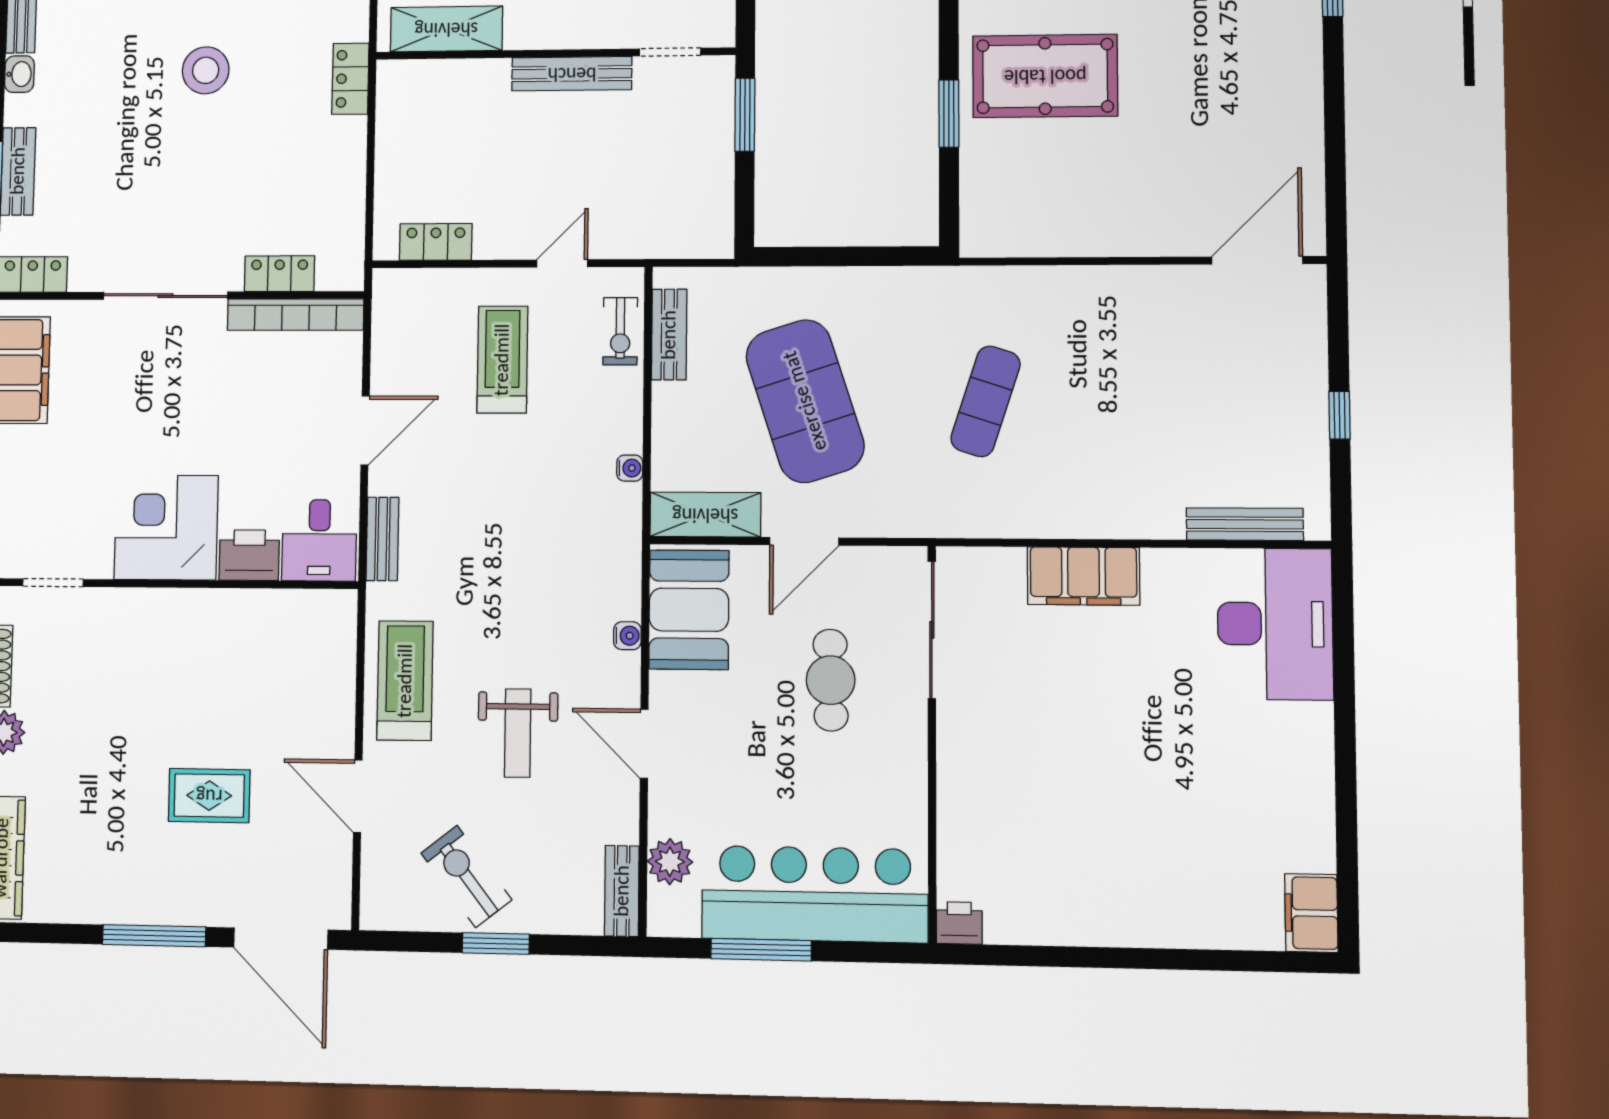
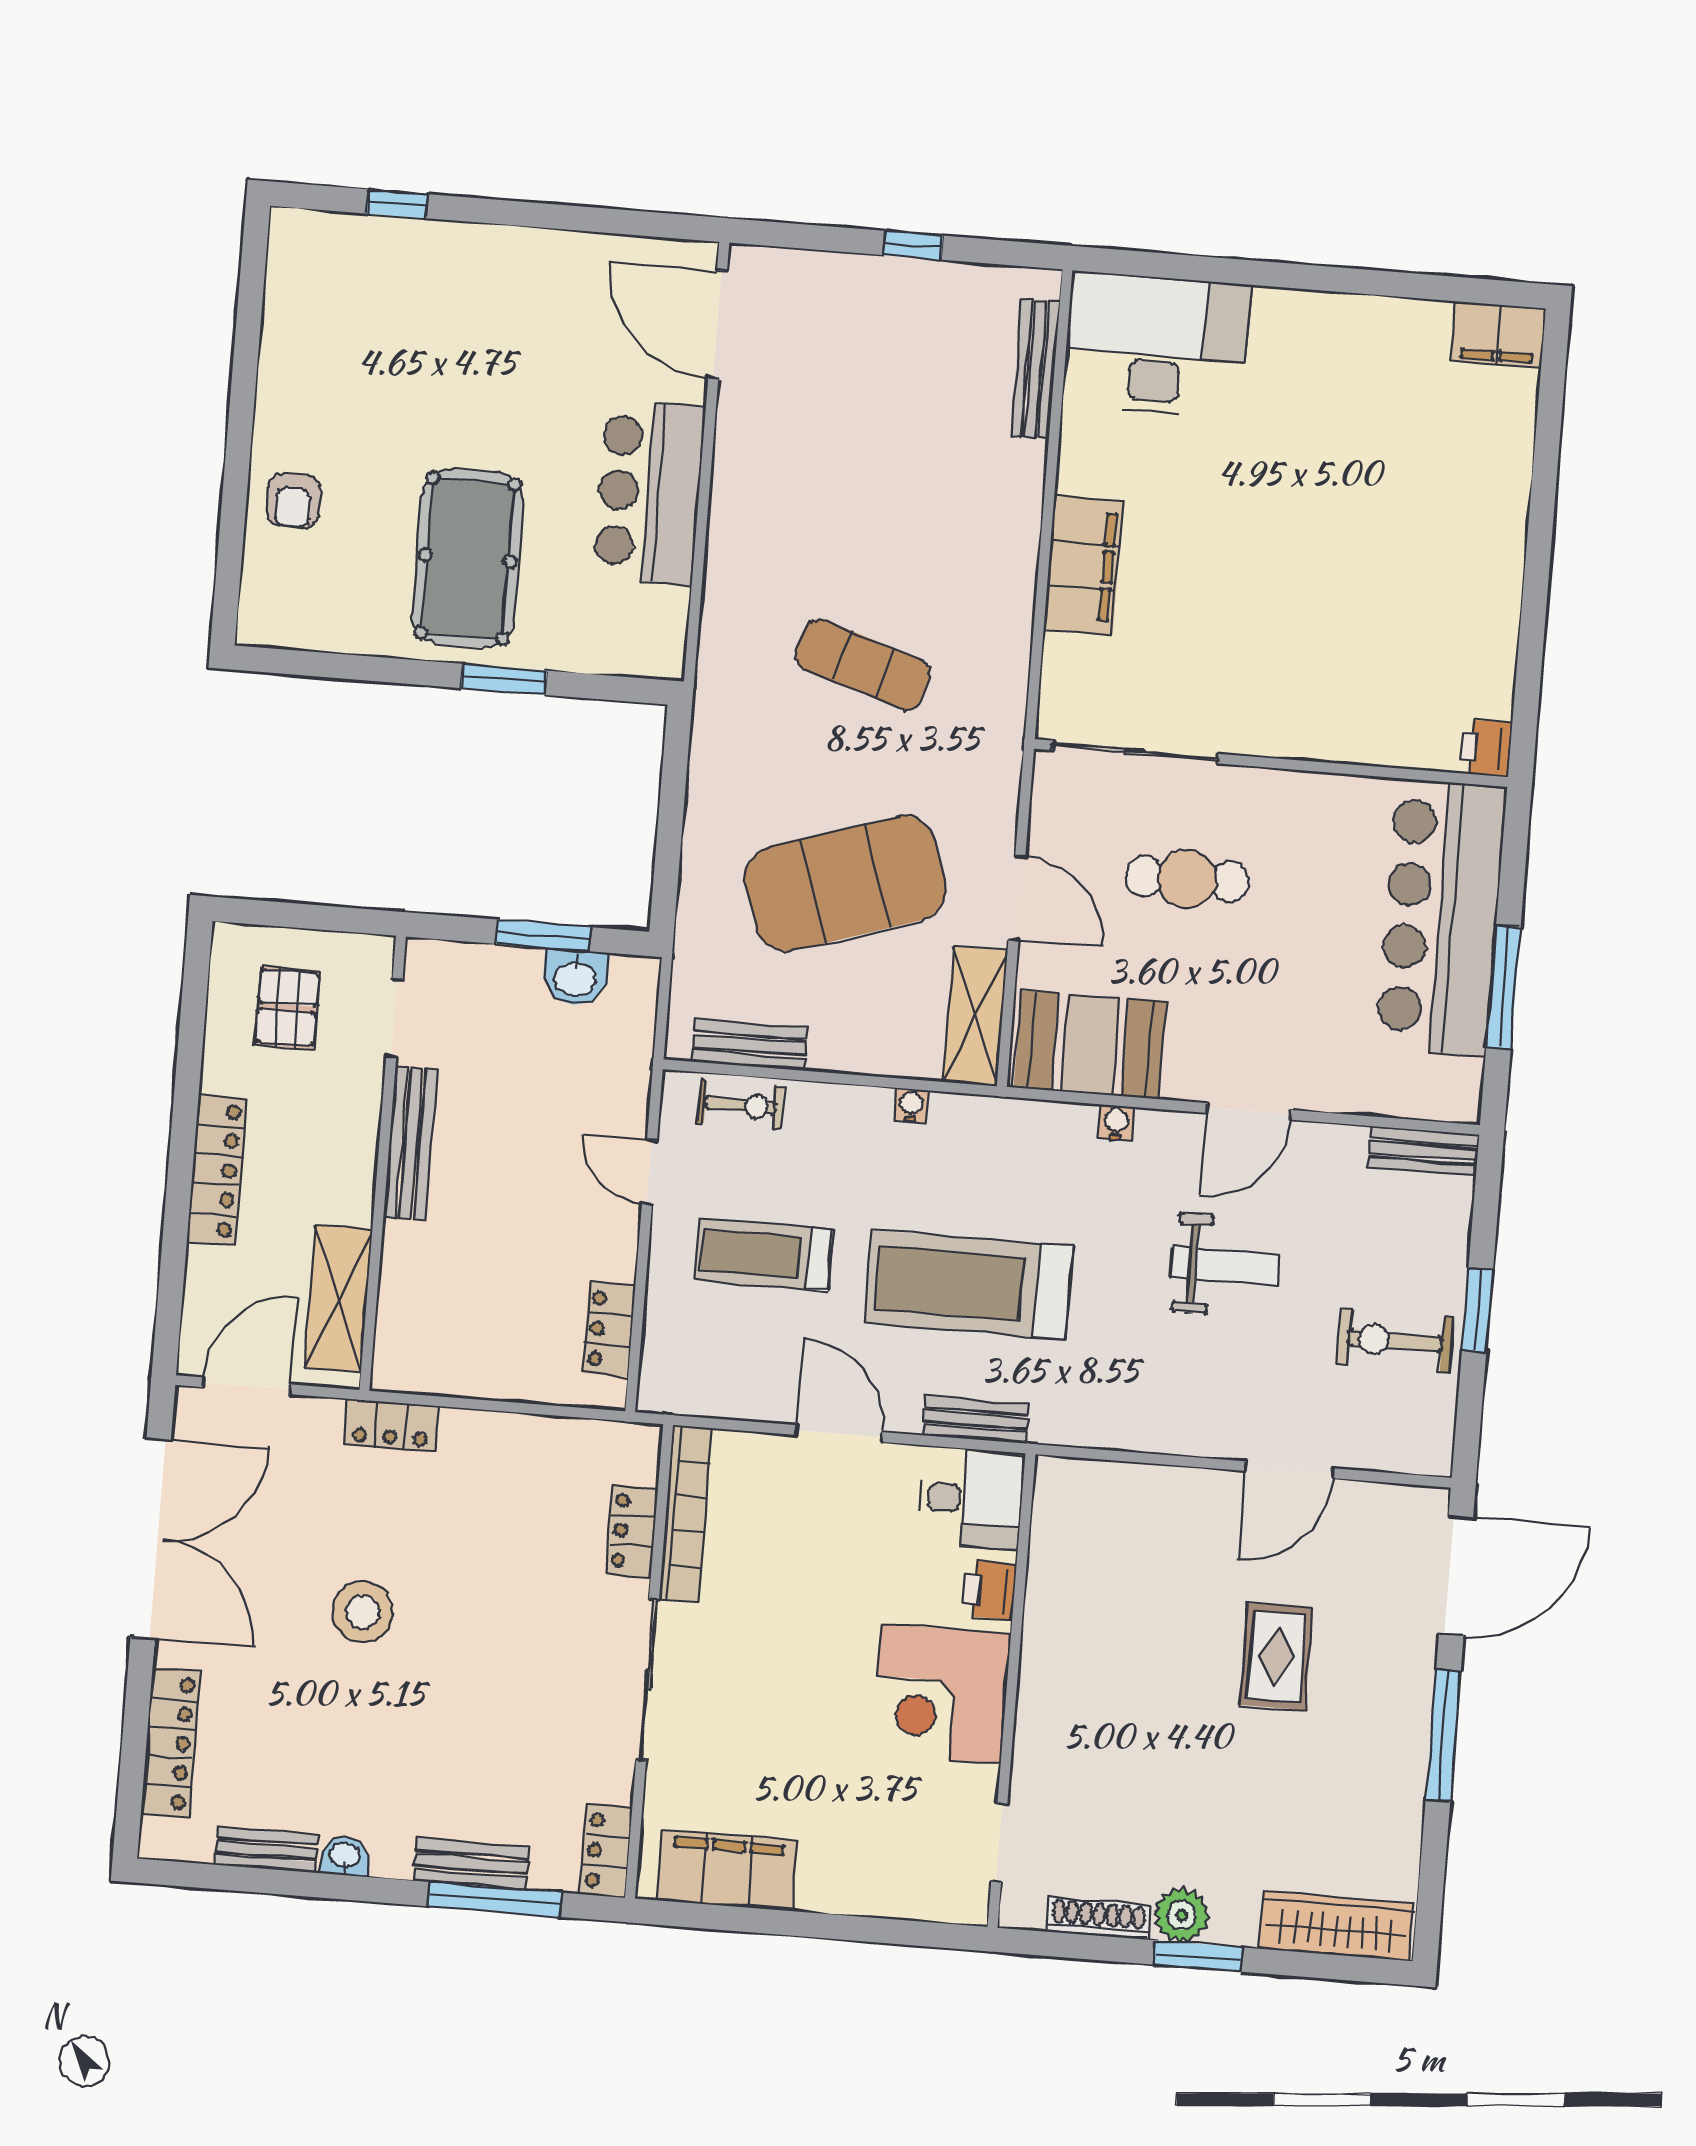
window: (745, 115) -> (543, 935), moved
washbasin: (713, 192) -> (575, 978), added
bar counter: (1112, 217) -> (649, 493), added
printer: (249, 555) -> (989, 1590), width x0.73, depth x0.81
treadmill: (405, 681) -> (969, 1285), moved, width x1.37, depth x1.38
plant: (670, 862) -> (1392, 1090), removed
exercise bike: (466, 876) -> (1395, 1341), turned 38

